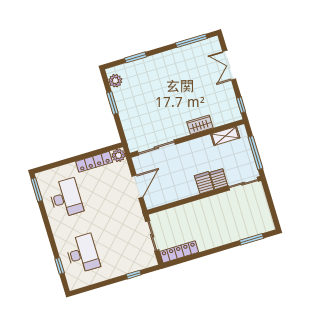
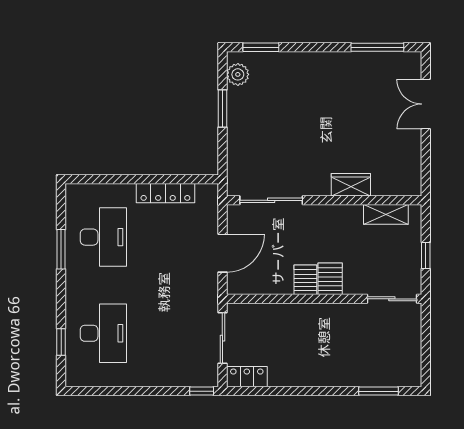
window: (136, 57) -> (261, 47), moved
window: (241, 105) -> (426, 173), removed
window: (255, 153) -> (426, 256), width x0.46
plant: (118, 155) -> (207, 194), removed
server rack: (219, 179) -> (305, 280), moved
window: (37, 190) -> (61, 249), moved
locker: (179, 252) -> (247, 377), width x0.66
window: (134, 275) -> (202, 391), moved

